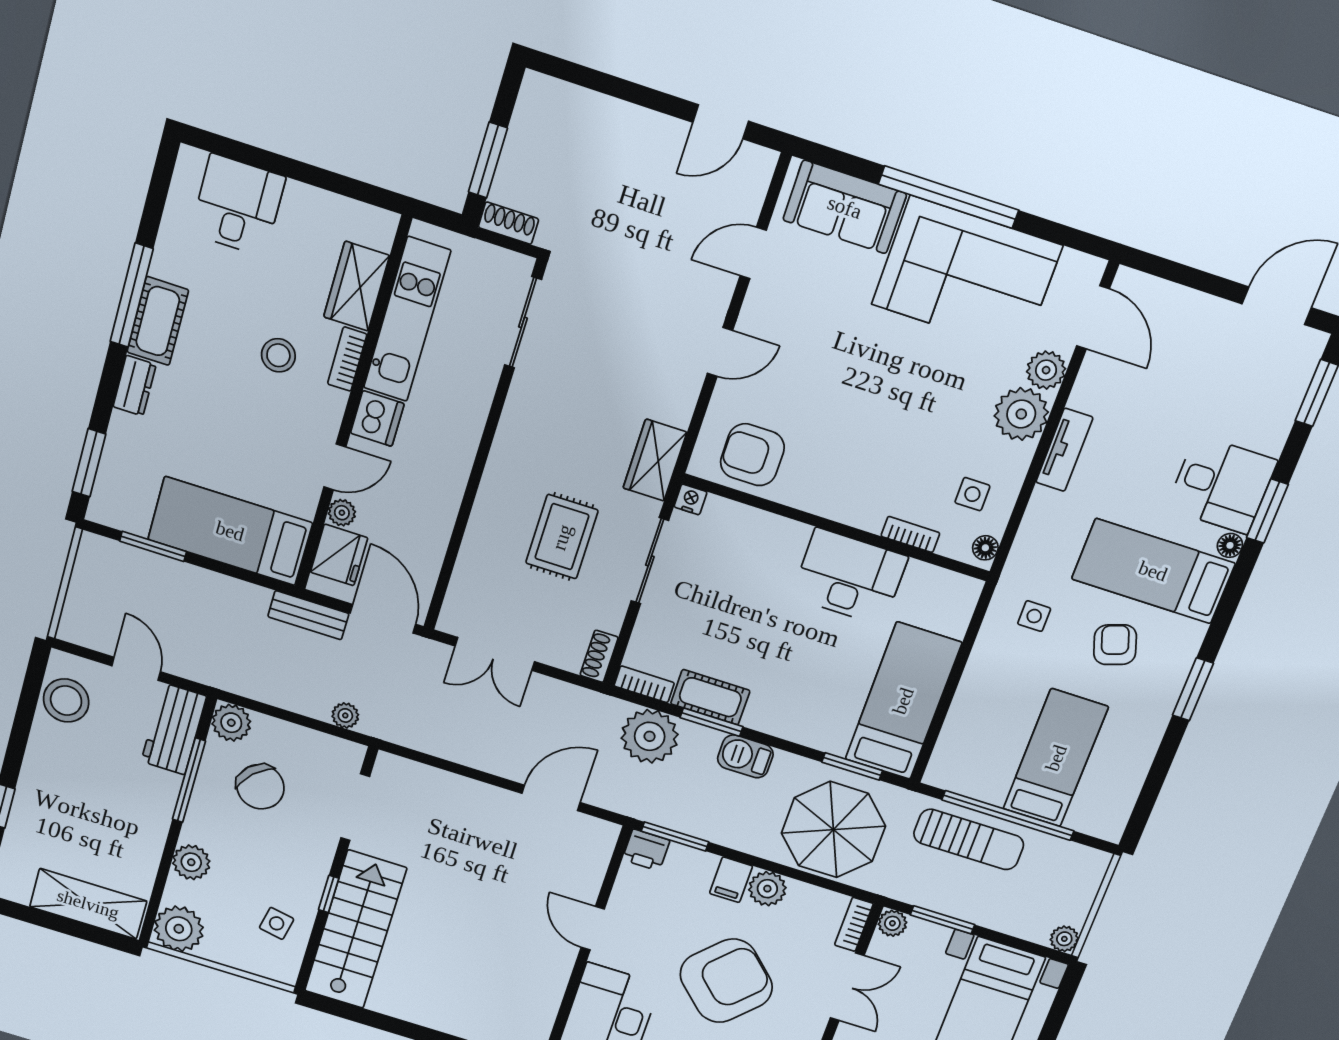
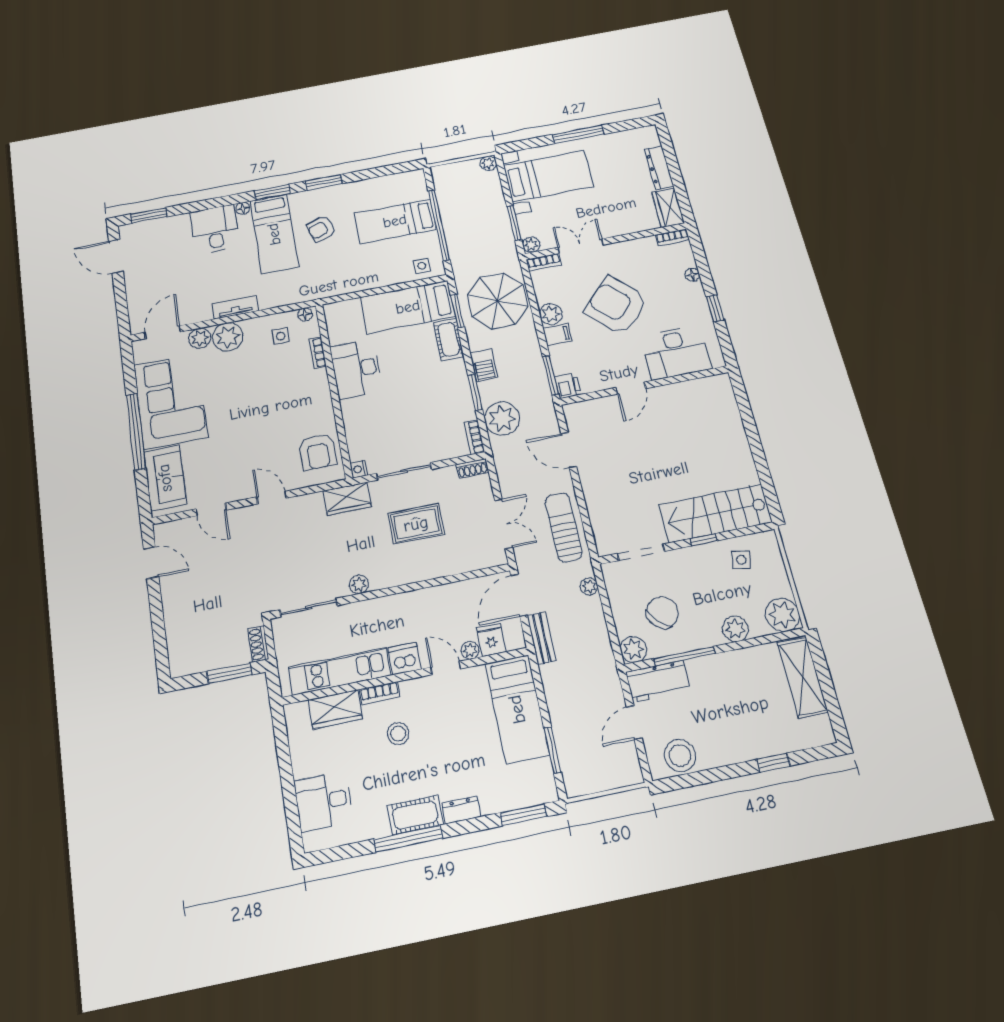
plant: (518, 411) -> (359, 584), added
window: (1267, 511) -> (272, 192), moved
fridge: (339, 555) -> (491, 640), width x0.72
side table: (1034, 616) -> (422, 266), moved
cot: (710, 697) -> (449, 339), moved
sun lounger: (969, 839) -> (564, 527), moved

